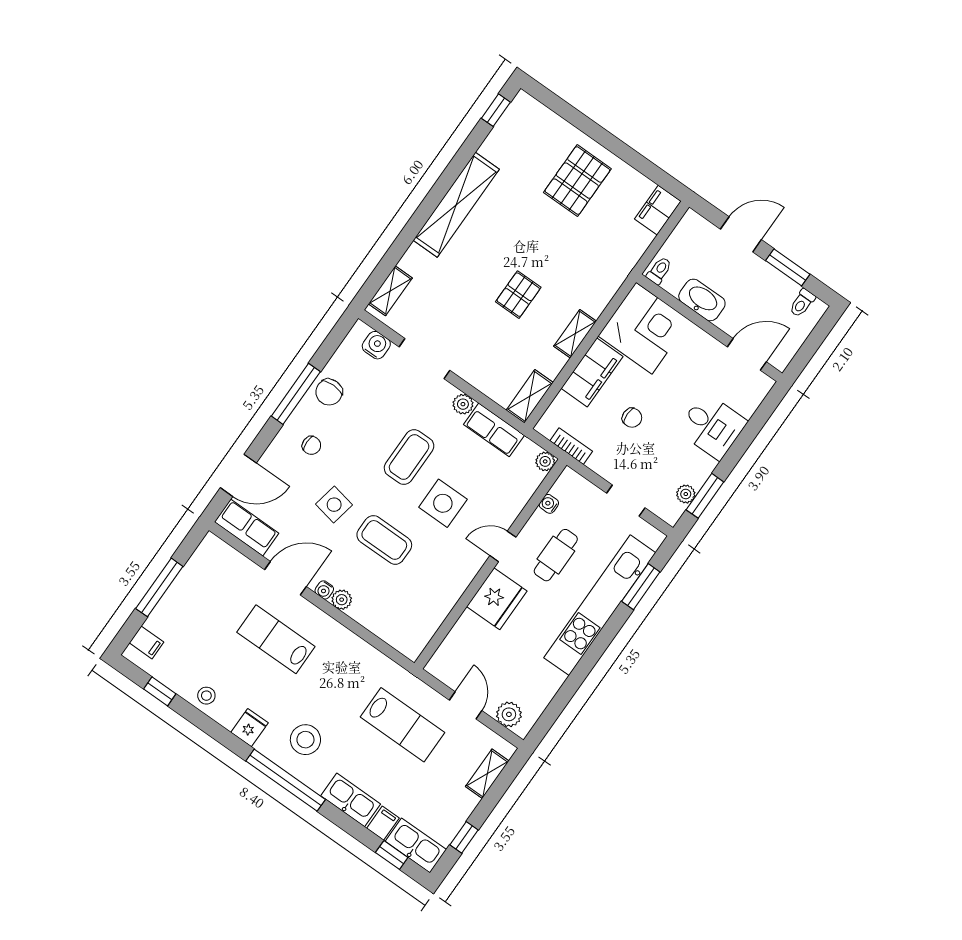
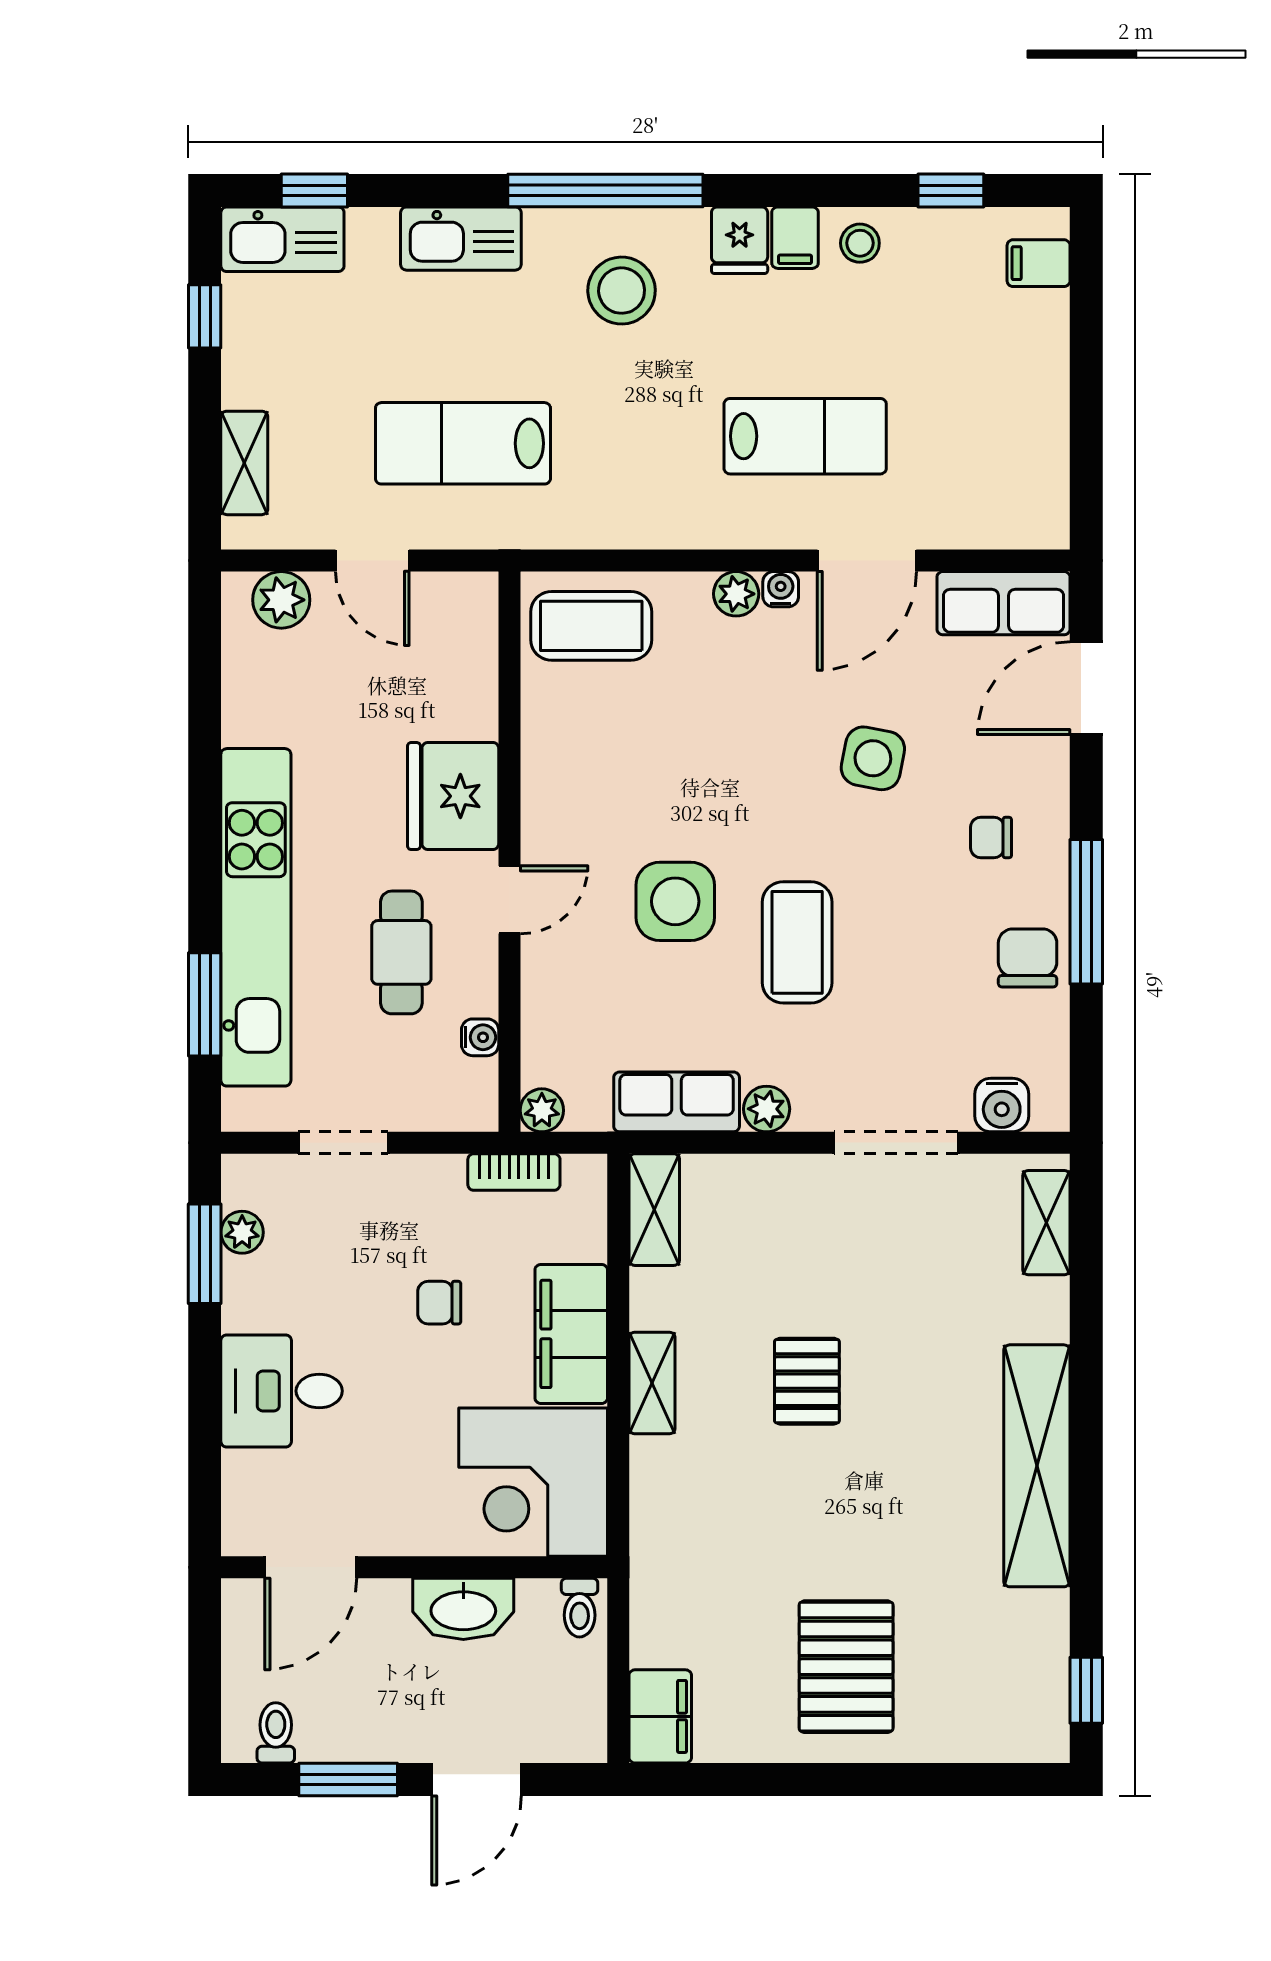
coffee table: (384, 540) -> (591, 626), moved
window: (159, 587) -> (1086, 381), removed
filing cabinet: (383, 823) -> (795, 238), moved

